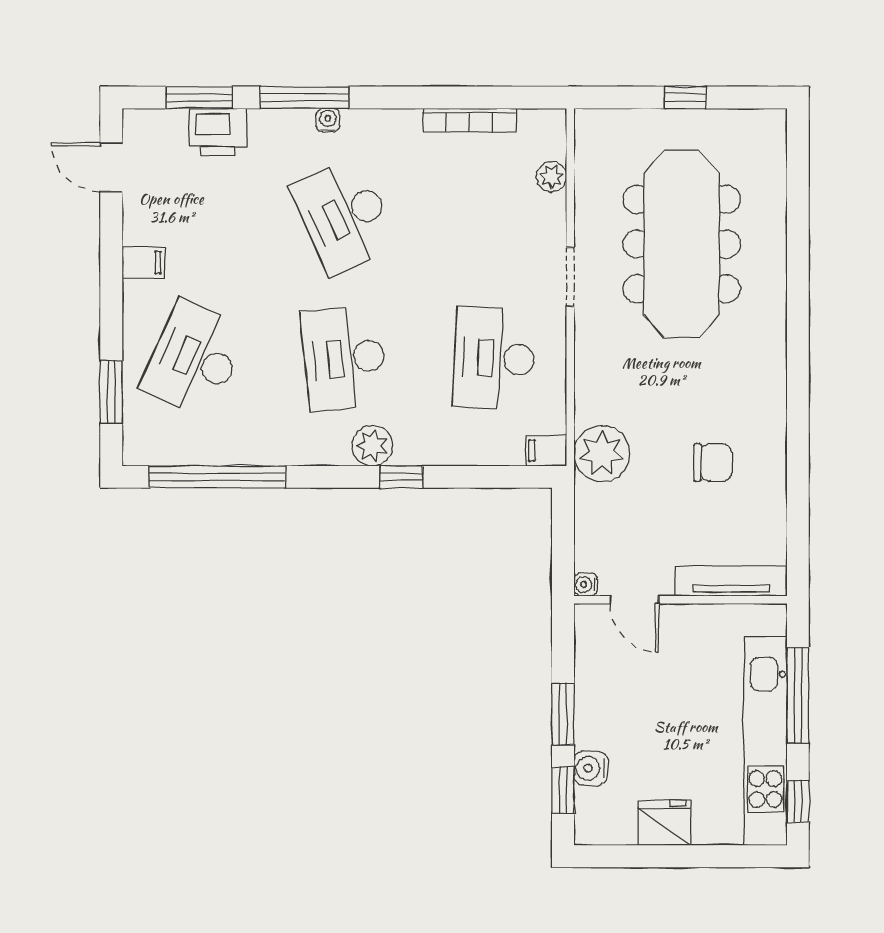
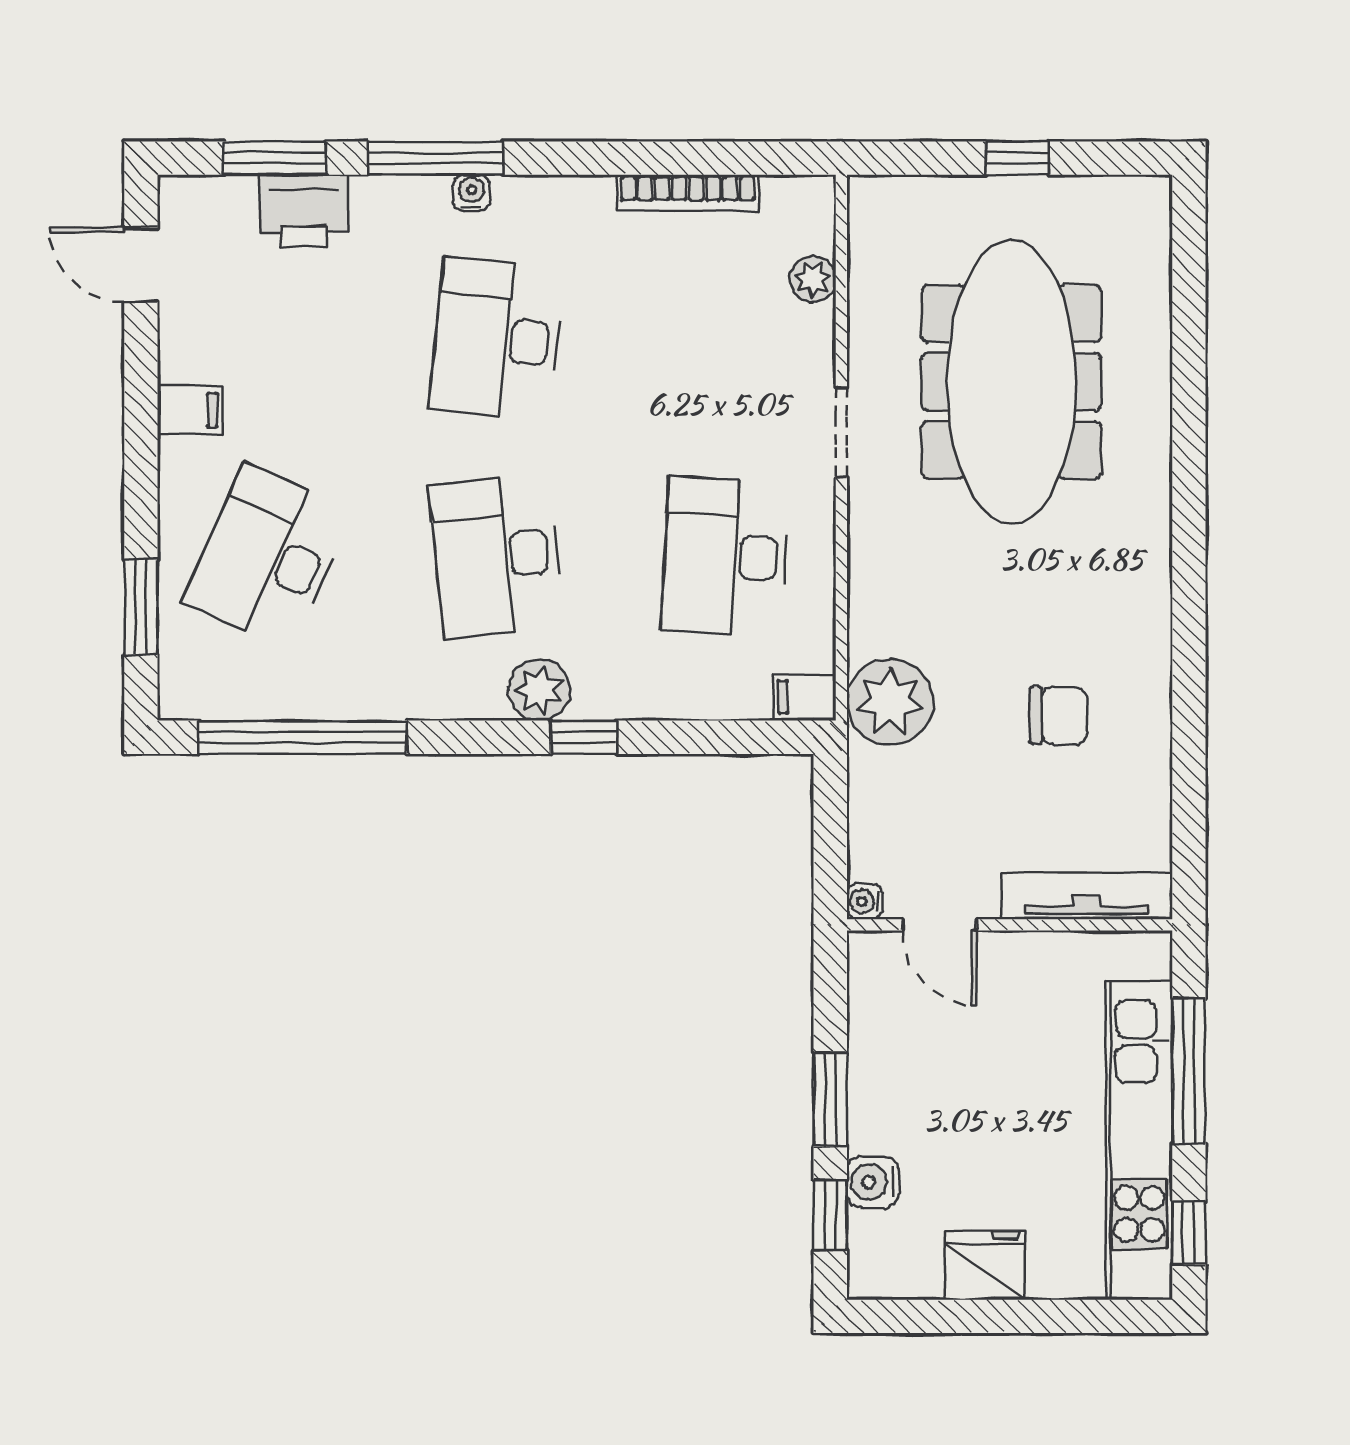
desk: (344, 216) -> (497, 339), turned 30

